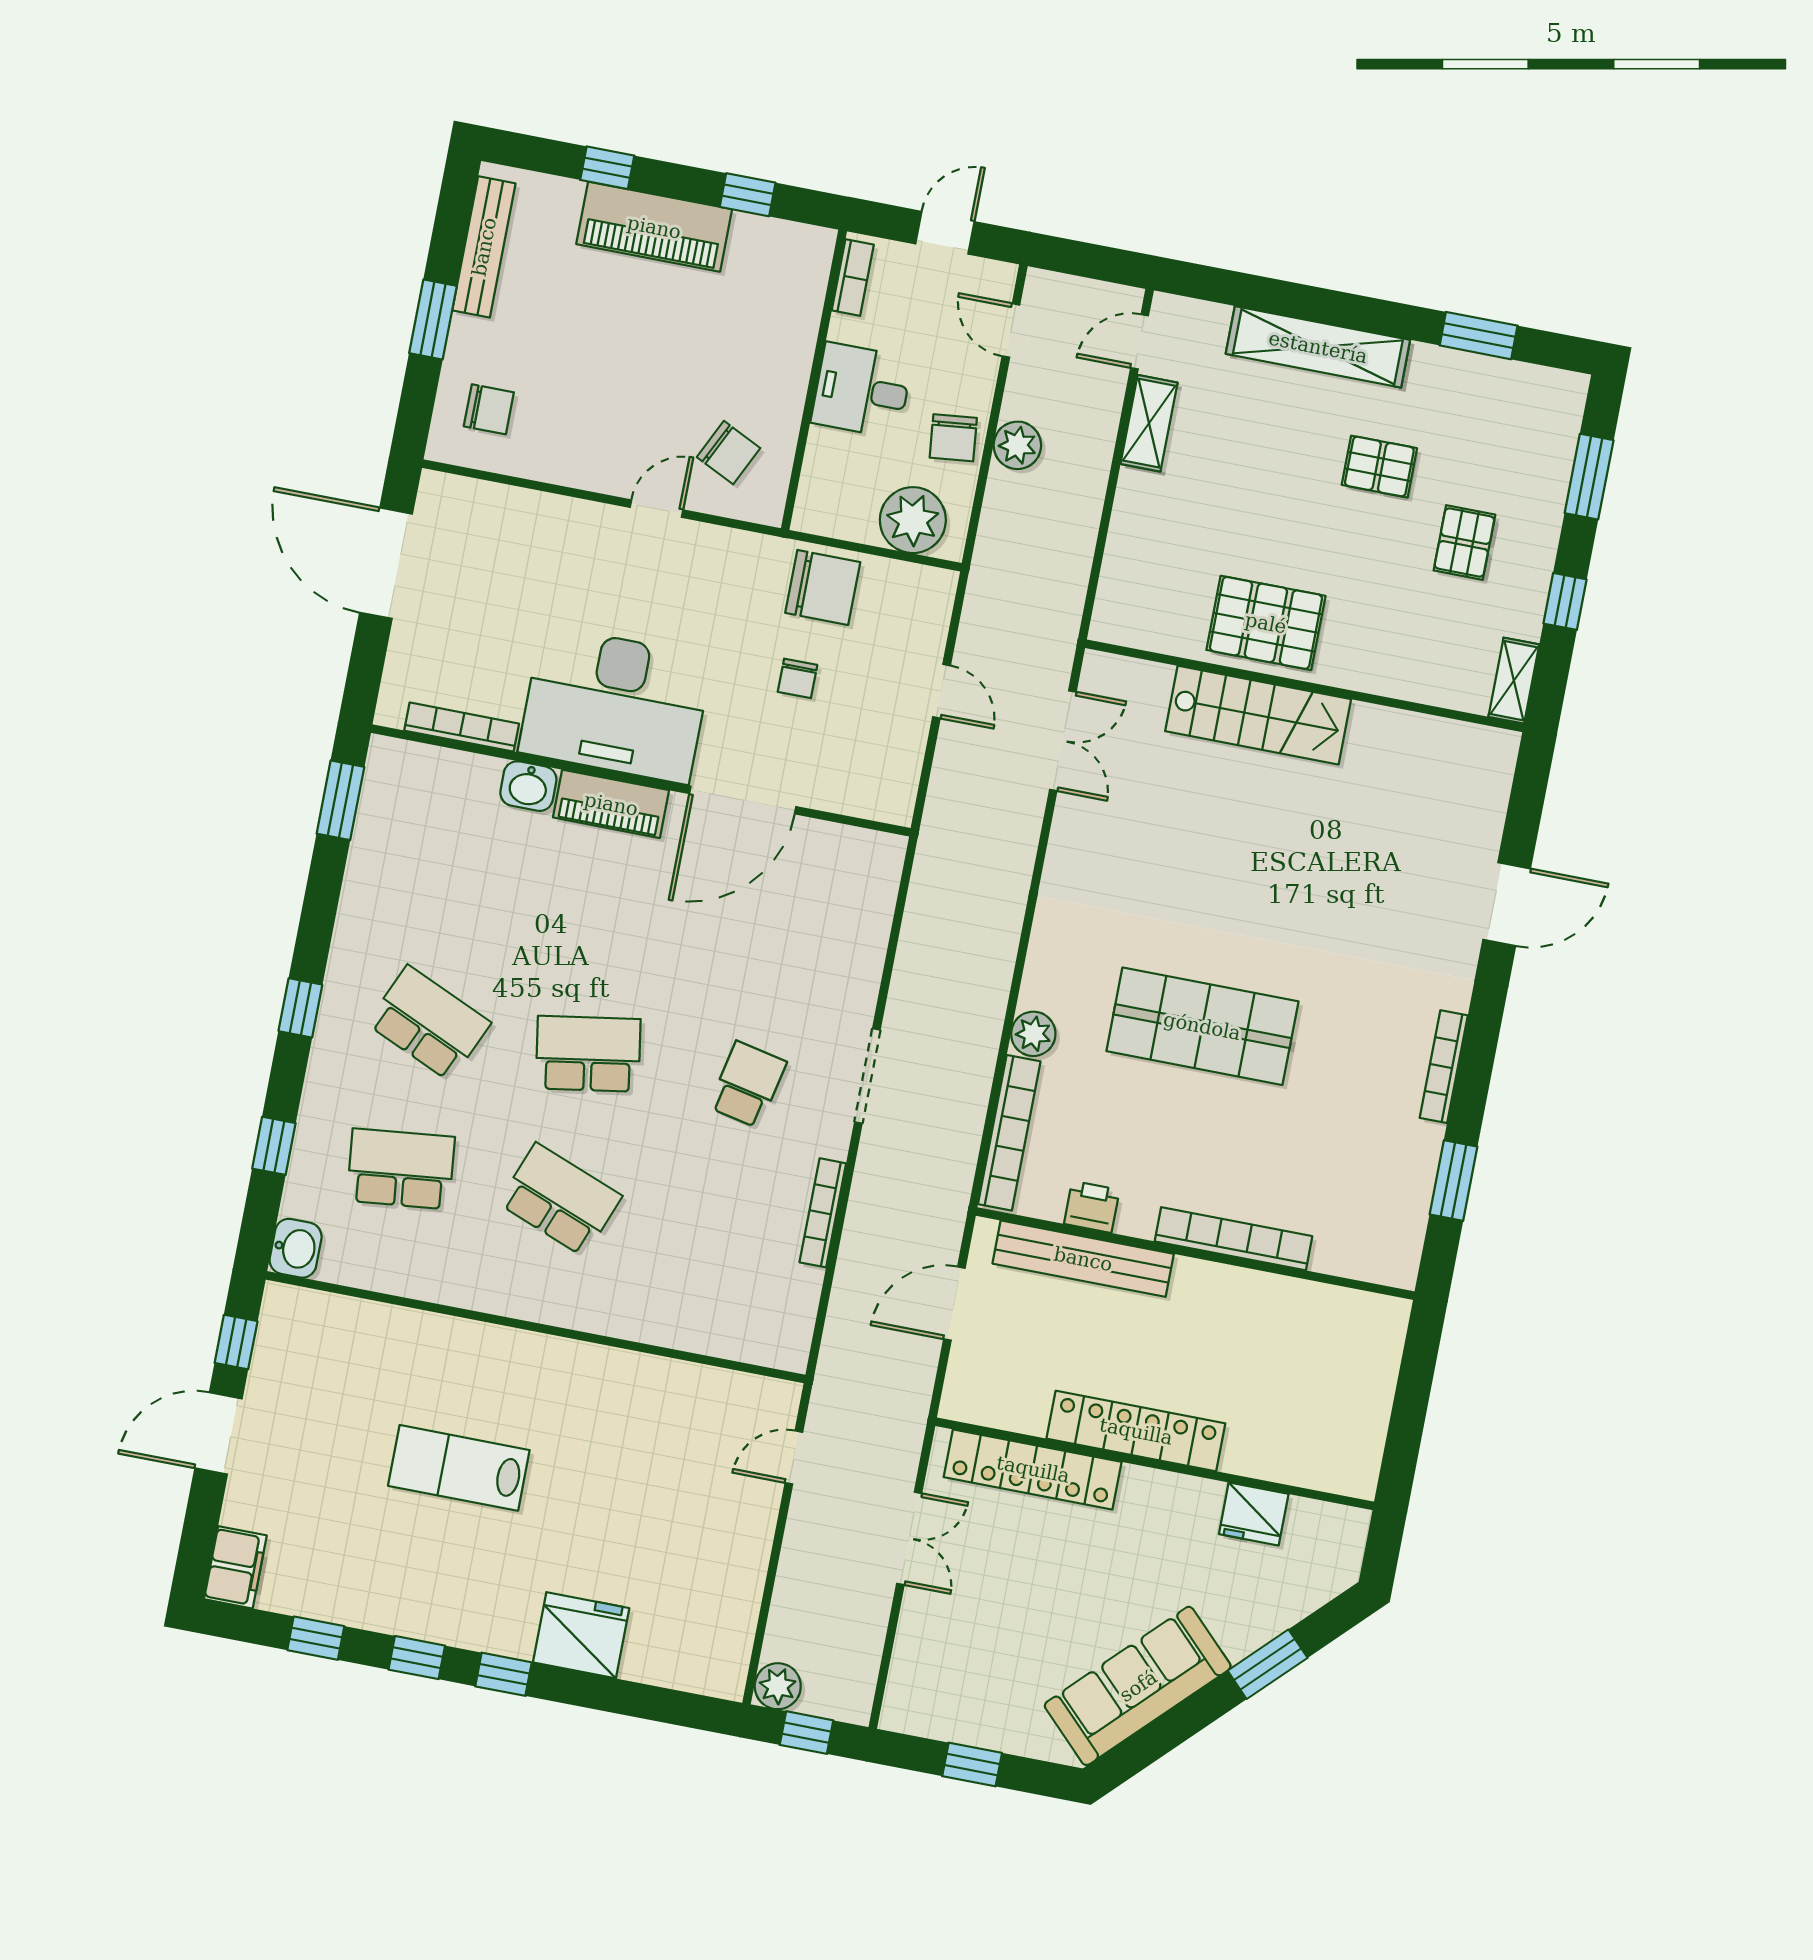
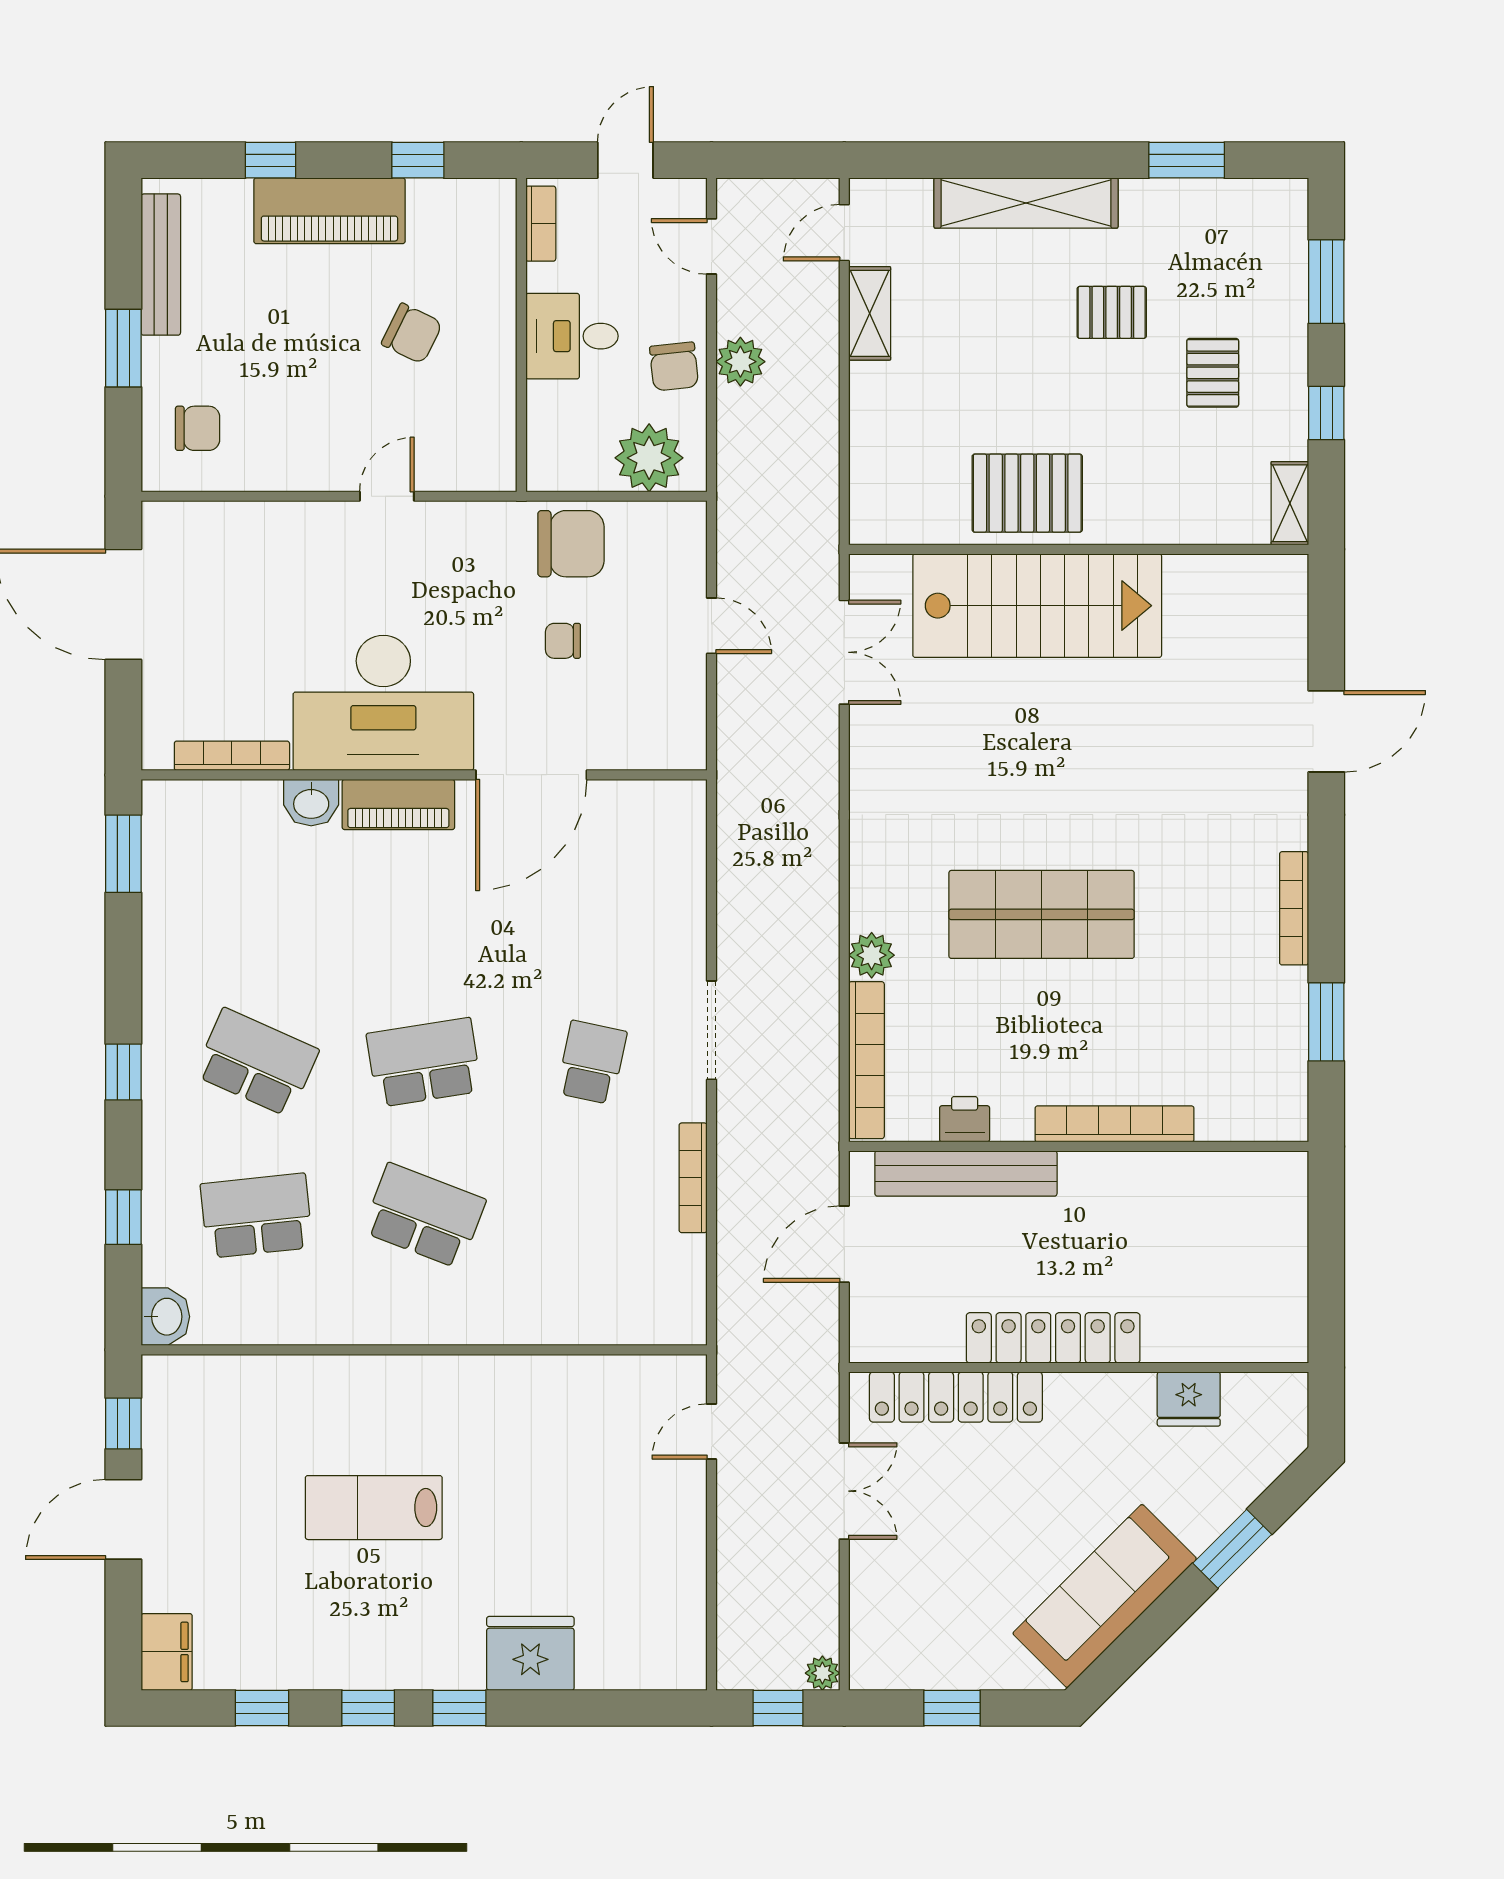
chair: (729, 453) -> (412, 333), moved
chair: (797, 678) -> (563, 641), turned 90
stairs: (1258, 715) -> (1037, 606), width x1.36, depth x1.51
plant: (778, 1686) -> (822, 1673), moved, width x0.73, depth x0.73

